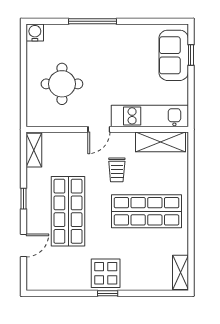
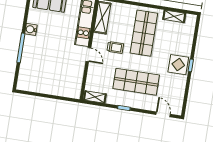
water cooler: (35, 33) -> (31, 29), moved
round table: (62, 84) -> (57, 73), removed
door: (24, 245) -> (163, 114), moved
shelving: (181, 272) -> (174, 16), moved

